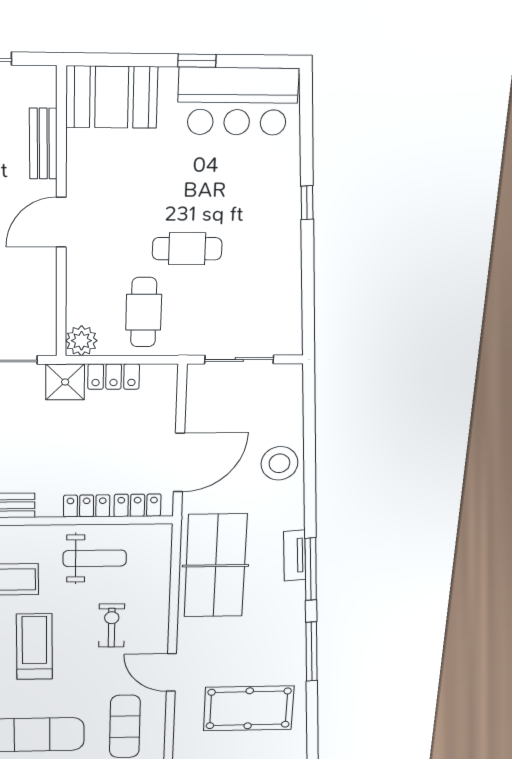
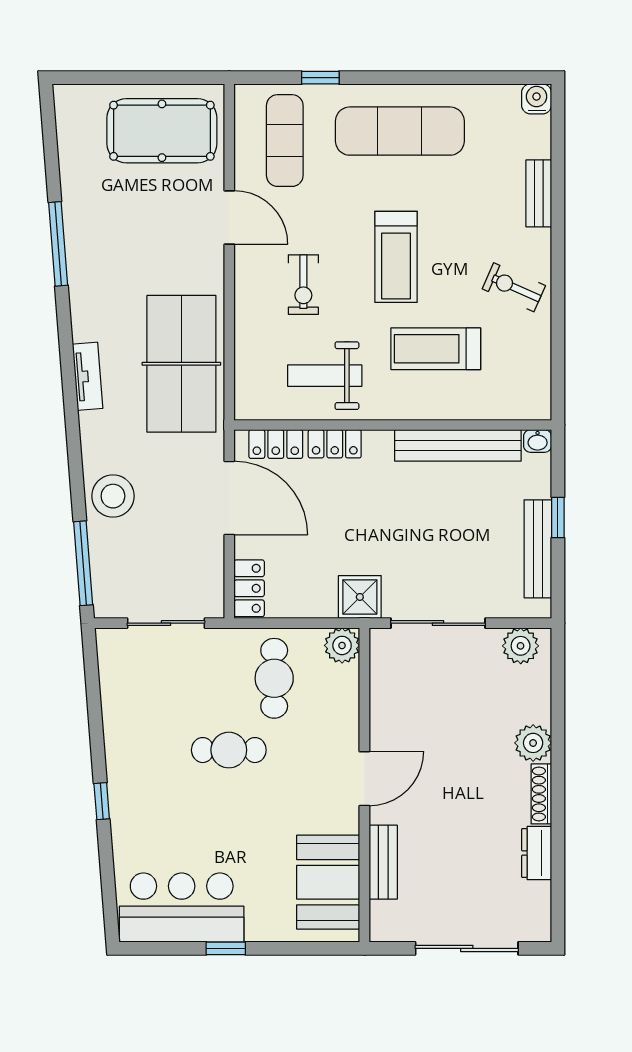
booth: (112, 97) -> (328, 882), moved, turned 90
locker: (114, 377) -> (249, 588), moved, turned 90
door: (179, 462) -> (229, 498), swing flipped
window: (311, 569) -> (83, 563), moved
pool table: (249, 708) -> (162, 131), moved

